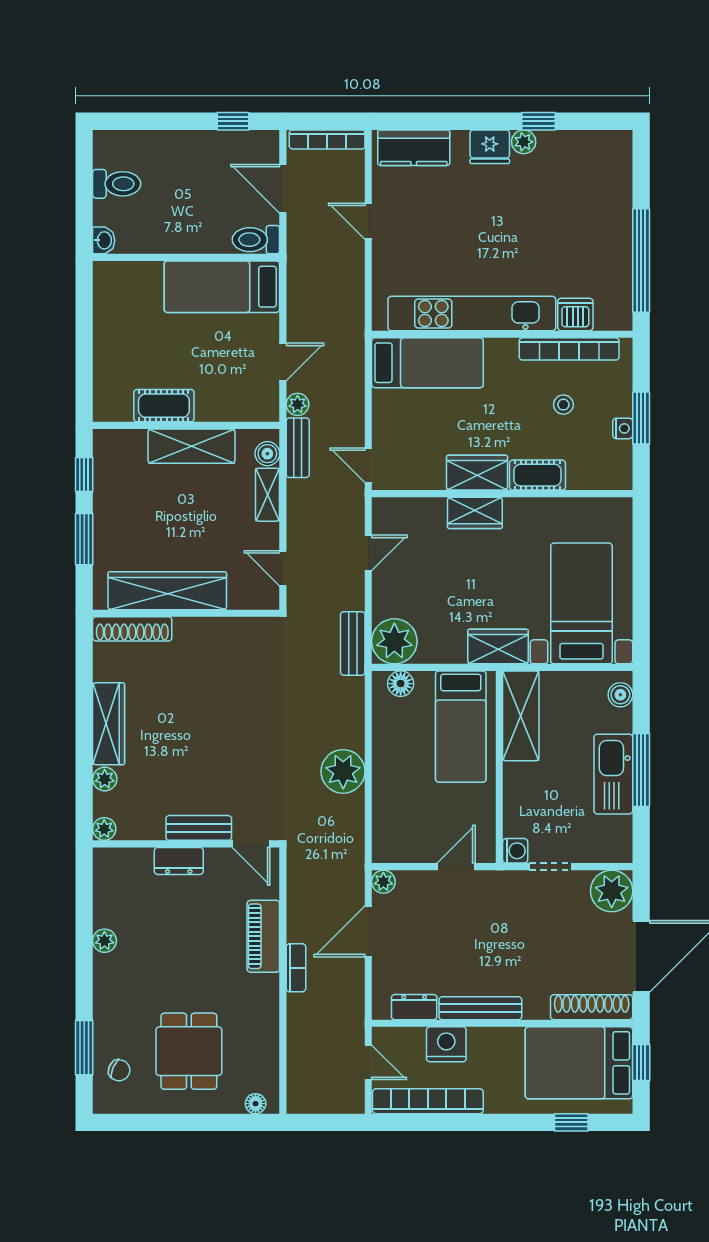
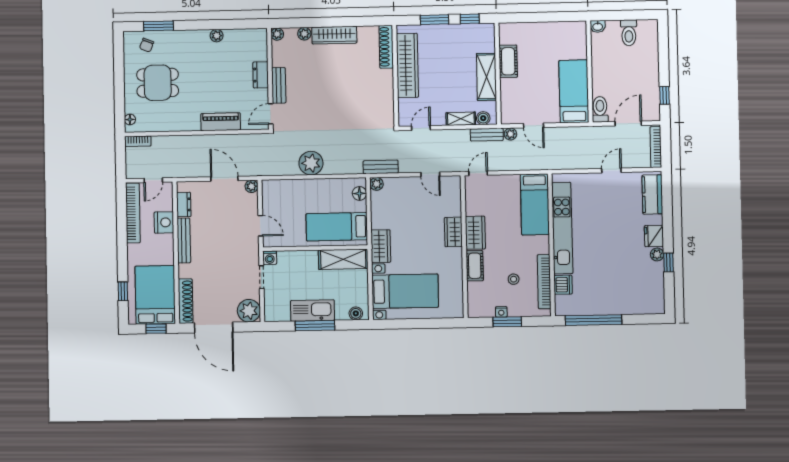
plant: (394, 641) -> (377, 184), width x0.53, depth x0.53
bookcase: (296, 968) -> (138, 141), moved

